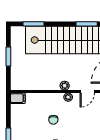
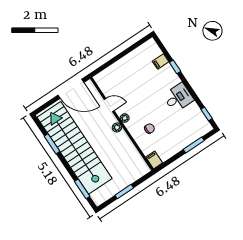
chair: (53, 120) -> (149, 129), moved

